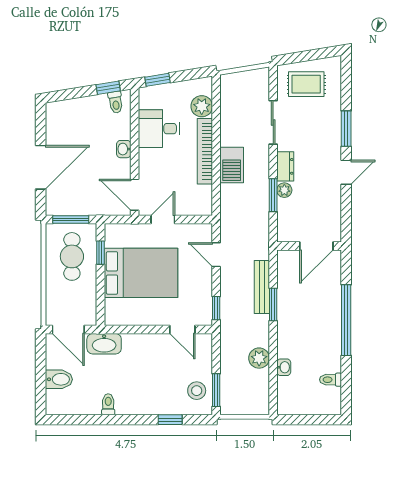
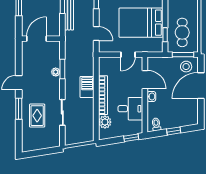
rug: (306, 84) -> (37, 116), moved, turned 90
window: (108, 88) -> (174, 131), moved
dresser: (285, 166) -> (55, 86), removed
door: (135, 195) -> (145, 80), moved
stool: (65, 199) -> (186, 67), added

